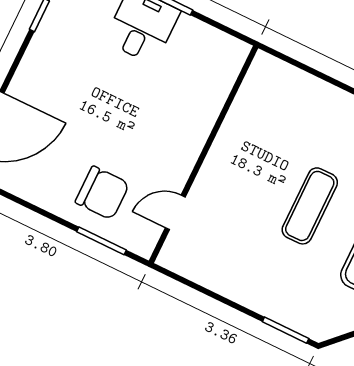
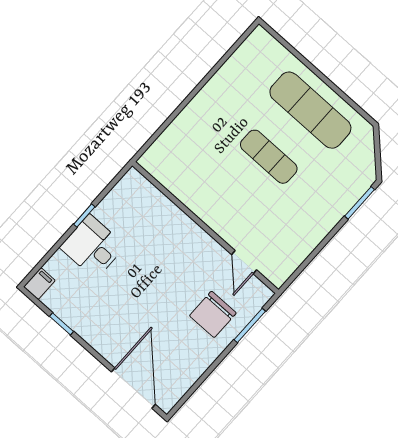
chair: (102, 193) -> (213, 314), turned 180

